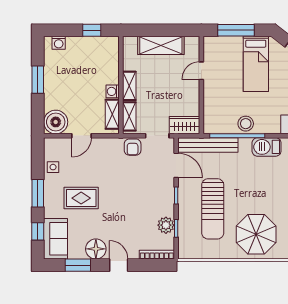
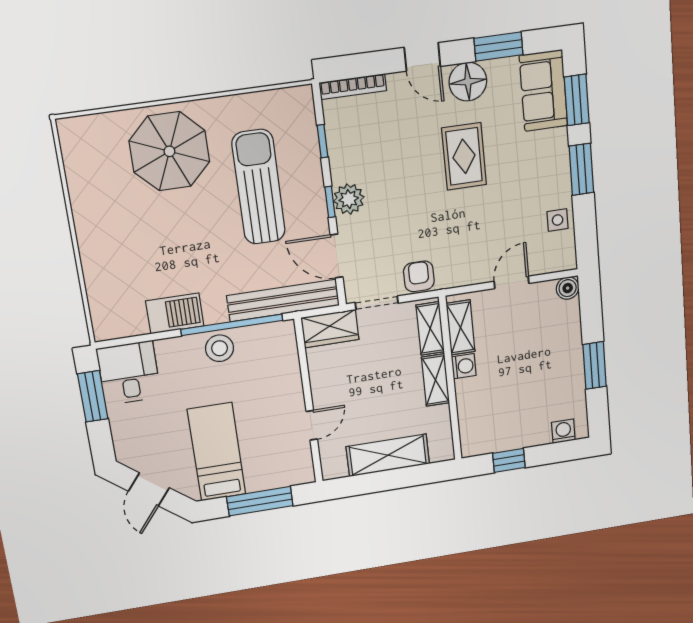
boiler: (56, 122) -> (568, 288), width x0.54, depth x0.54
rug: (81, 198) -> (464, 156), moved, turned 90
plant: (166, 225) -> (349, 199), moved
window: (38, 231) -> (577, 100), width x1.50

